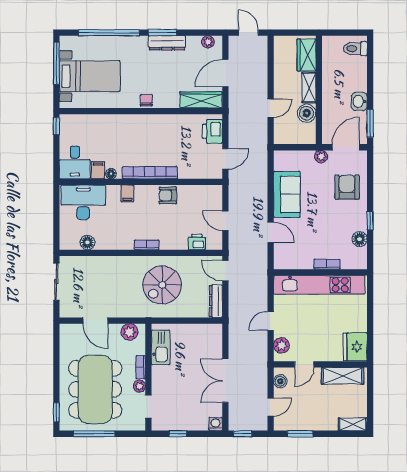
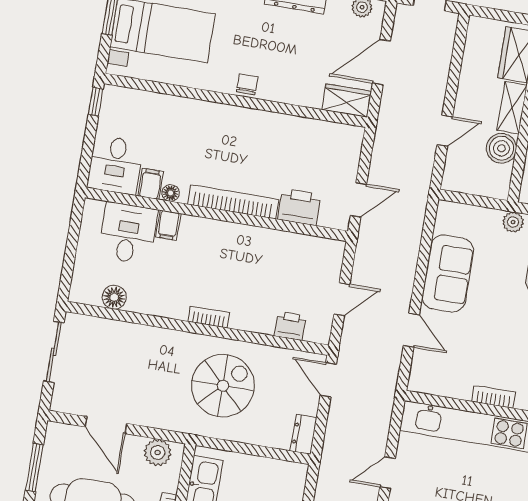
wardrobe: (201, 100) -> (347, 100), width x0.67
printer: (212, 131) -> (299, 207), moved, turned 90
filing cabinet: (127, 193) -> (168, 225), moved
armchair: (168, 195) -> (256, 243), removed
desk: (83, 202) -> (128, 233), width x0.73
door: (225, 221) -> (342, 299), swing flipped
spiral stairs: (162, 285) -> (223, 386), turned 180
dresser: (216, 301) -> (304, 434), width x0.70
window: (56, 353) -> (34, 467), added

